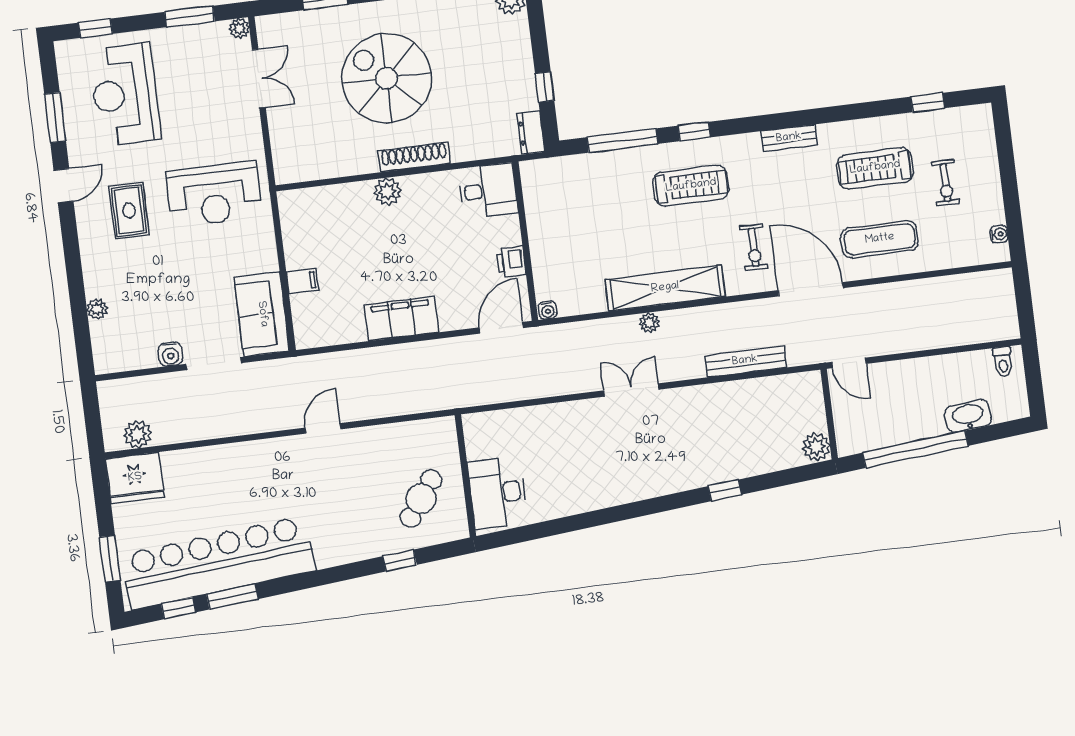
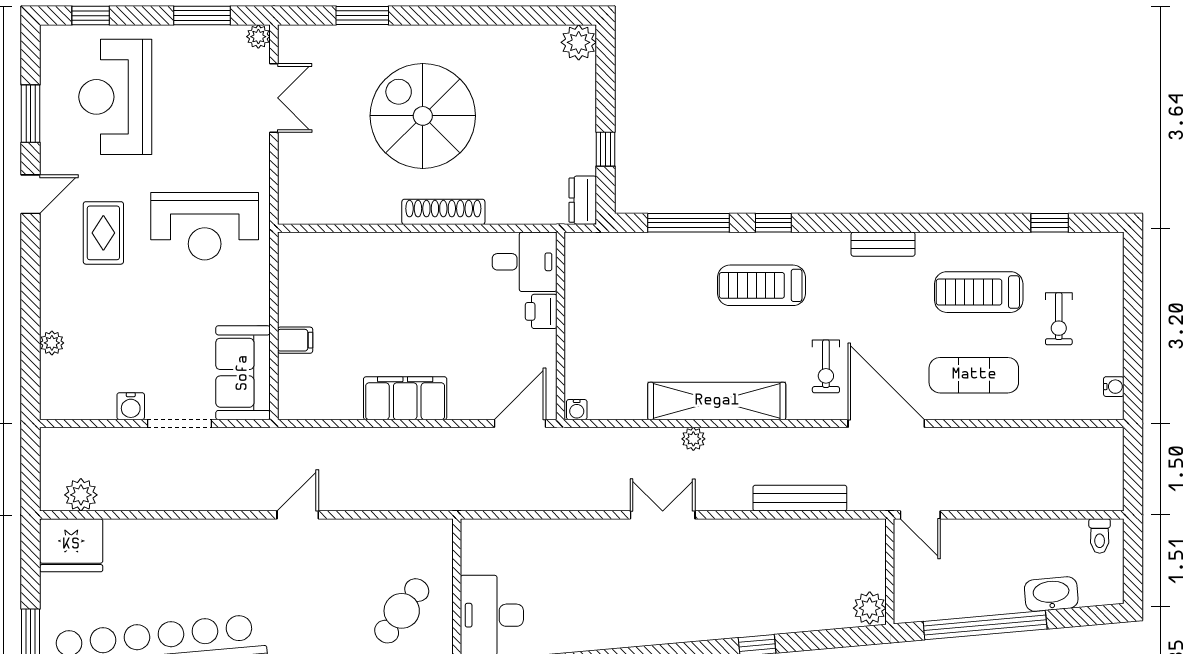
treadmill: (691, 186) -> (761, 285), turned 180
plant: (387, 192) -> (407, 248), removed
printer: (511, 262) -> (541, 311), moved

